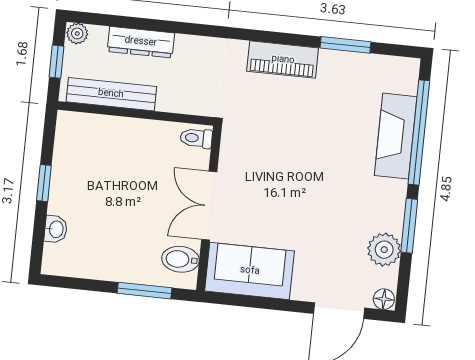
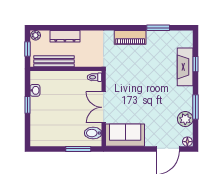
window: (419, 132) -> (195, 64), width x0.32
washbasin: (56, 229) -> (35, 90), moved

